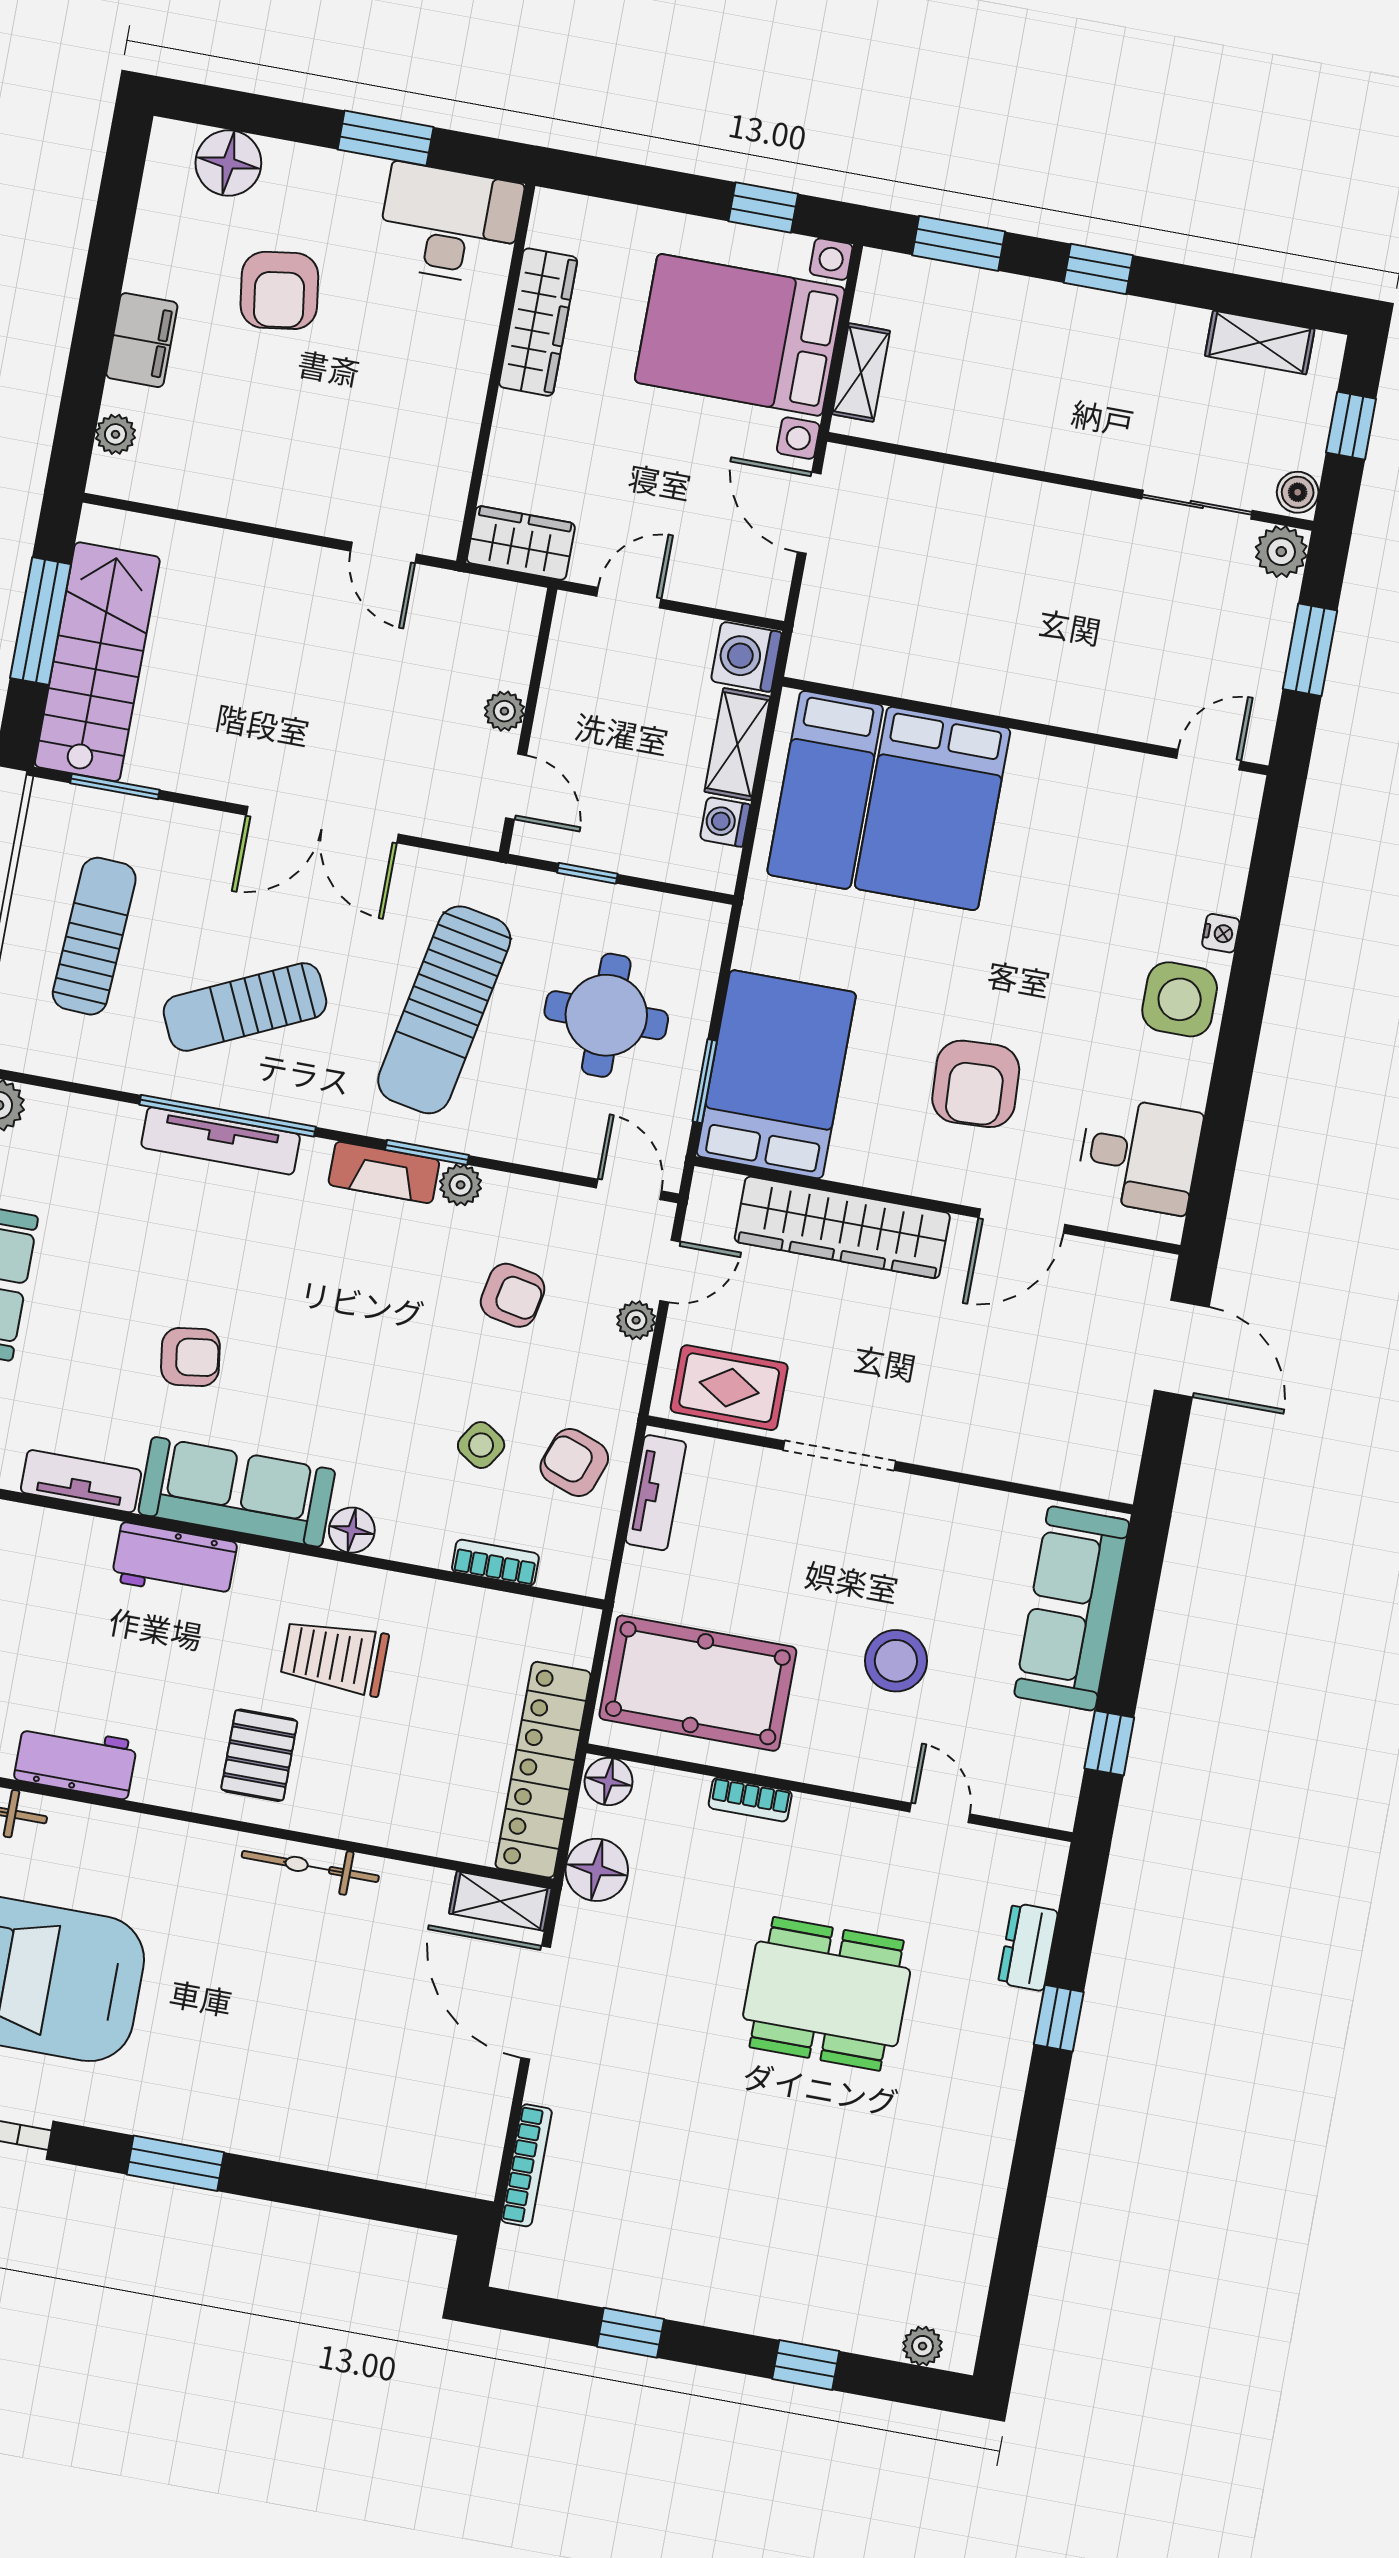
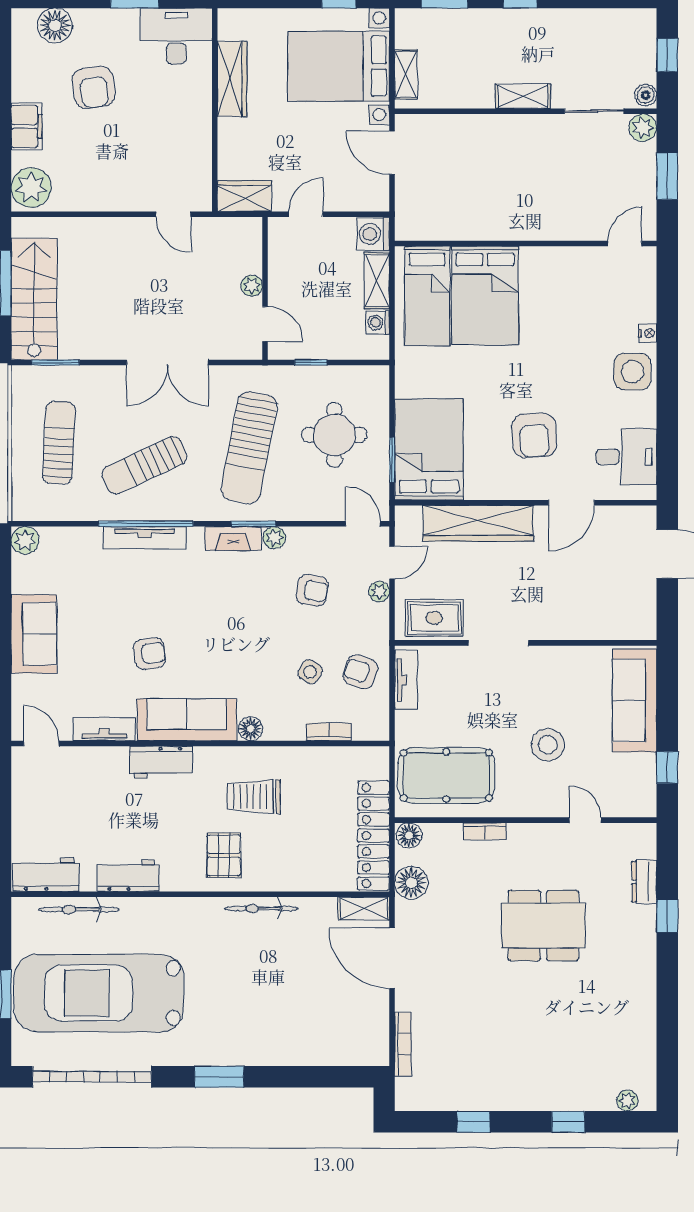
shelving: (1260, 342) -> (523, 96), moved
plant: (115, 434) -> (31, 188), width x1.88, depth x1.88

